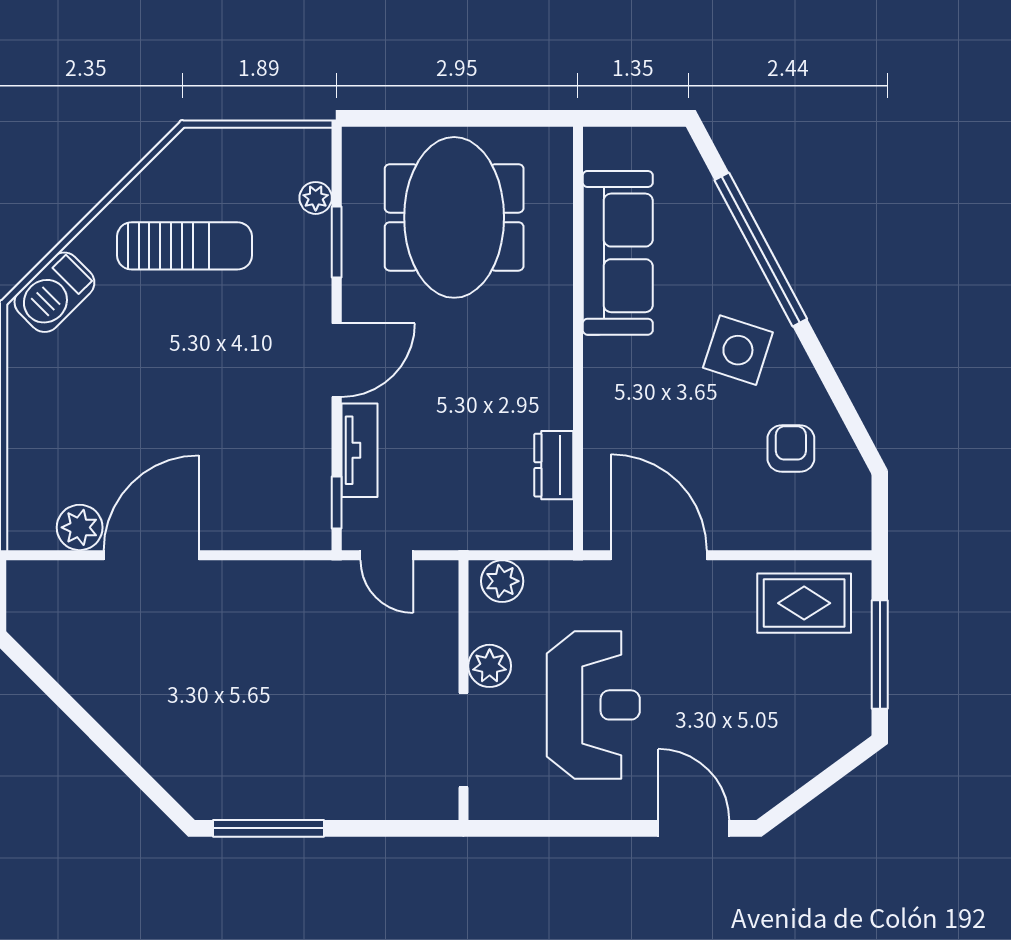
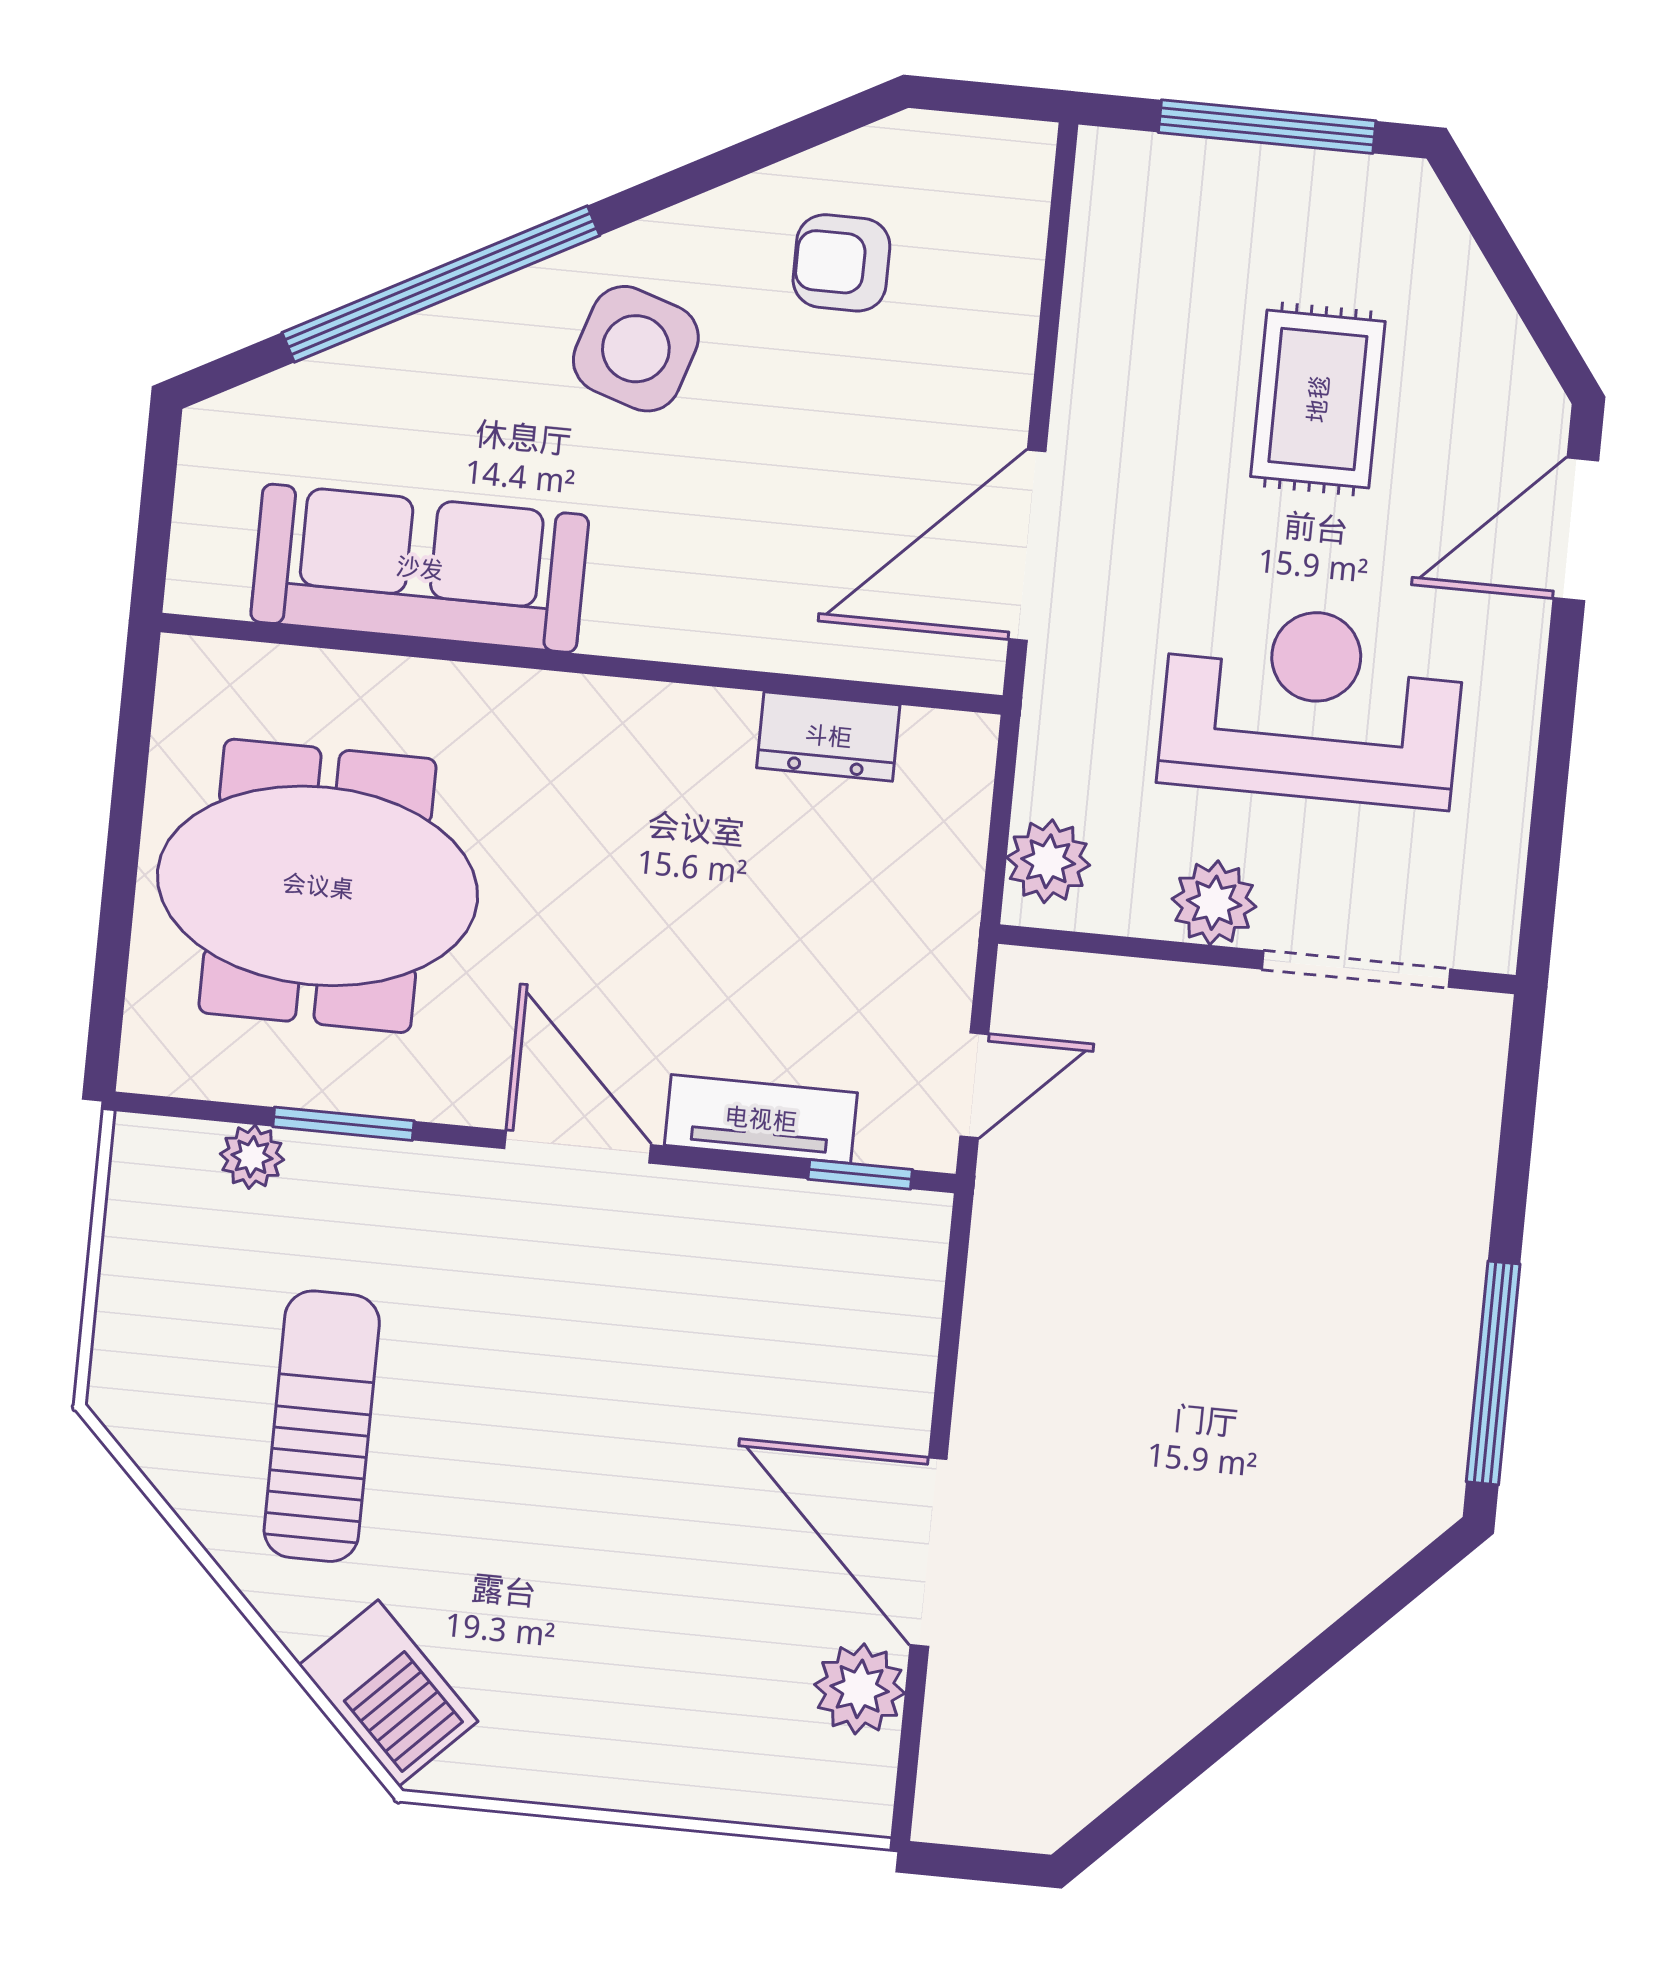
rug: (804, 603) -> (1318, 399), moved

